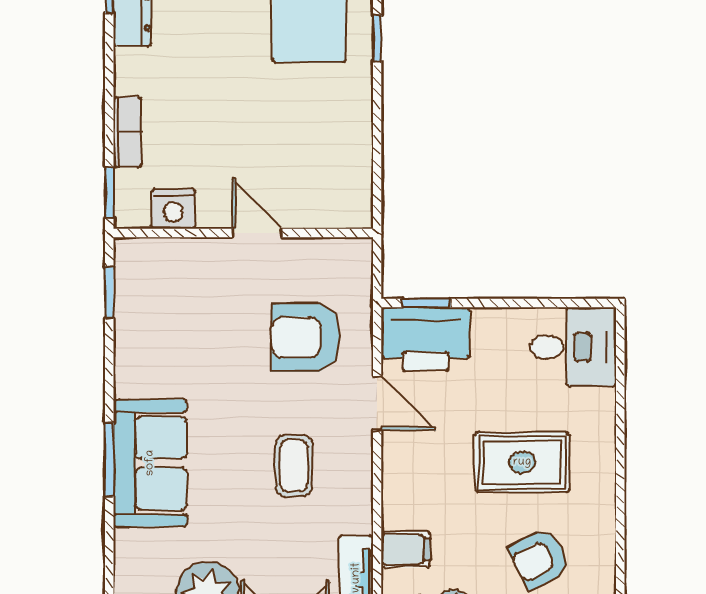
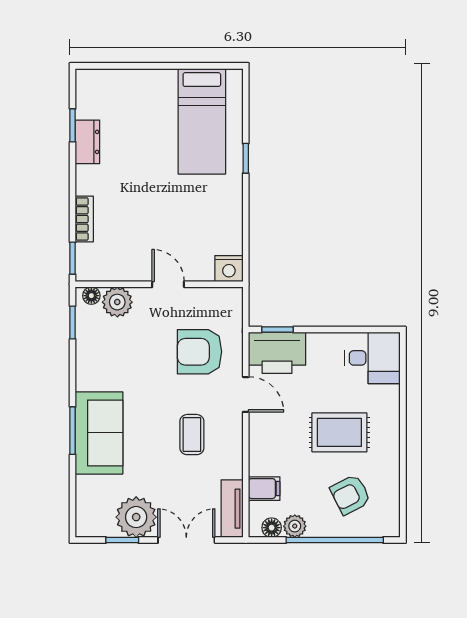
nightstand: (173, 209) -> (229, 269), moved
floor lamp: (138, 251) -> (91, 296), added
plant: (178, 260) -> (117, 302), added

